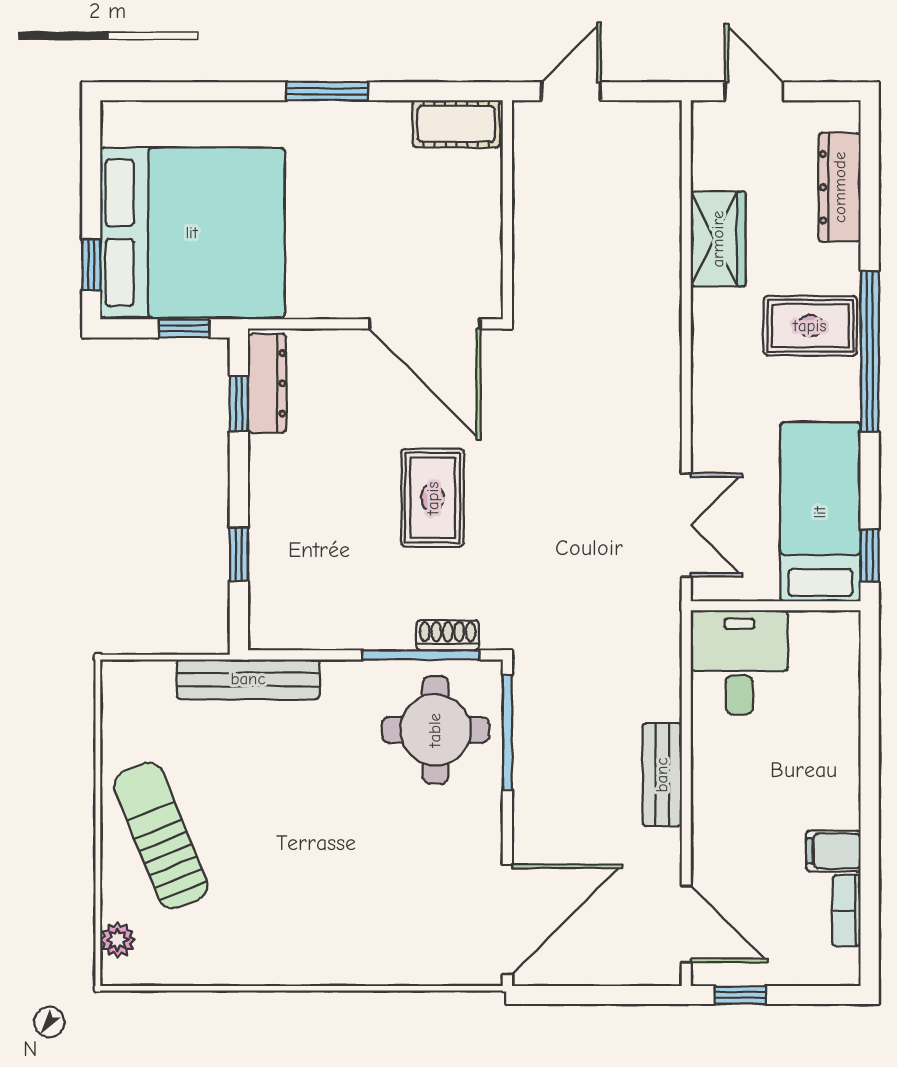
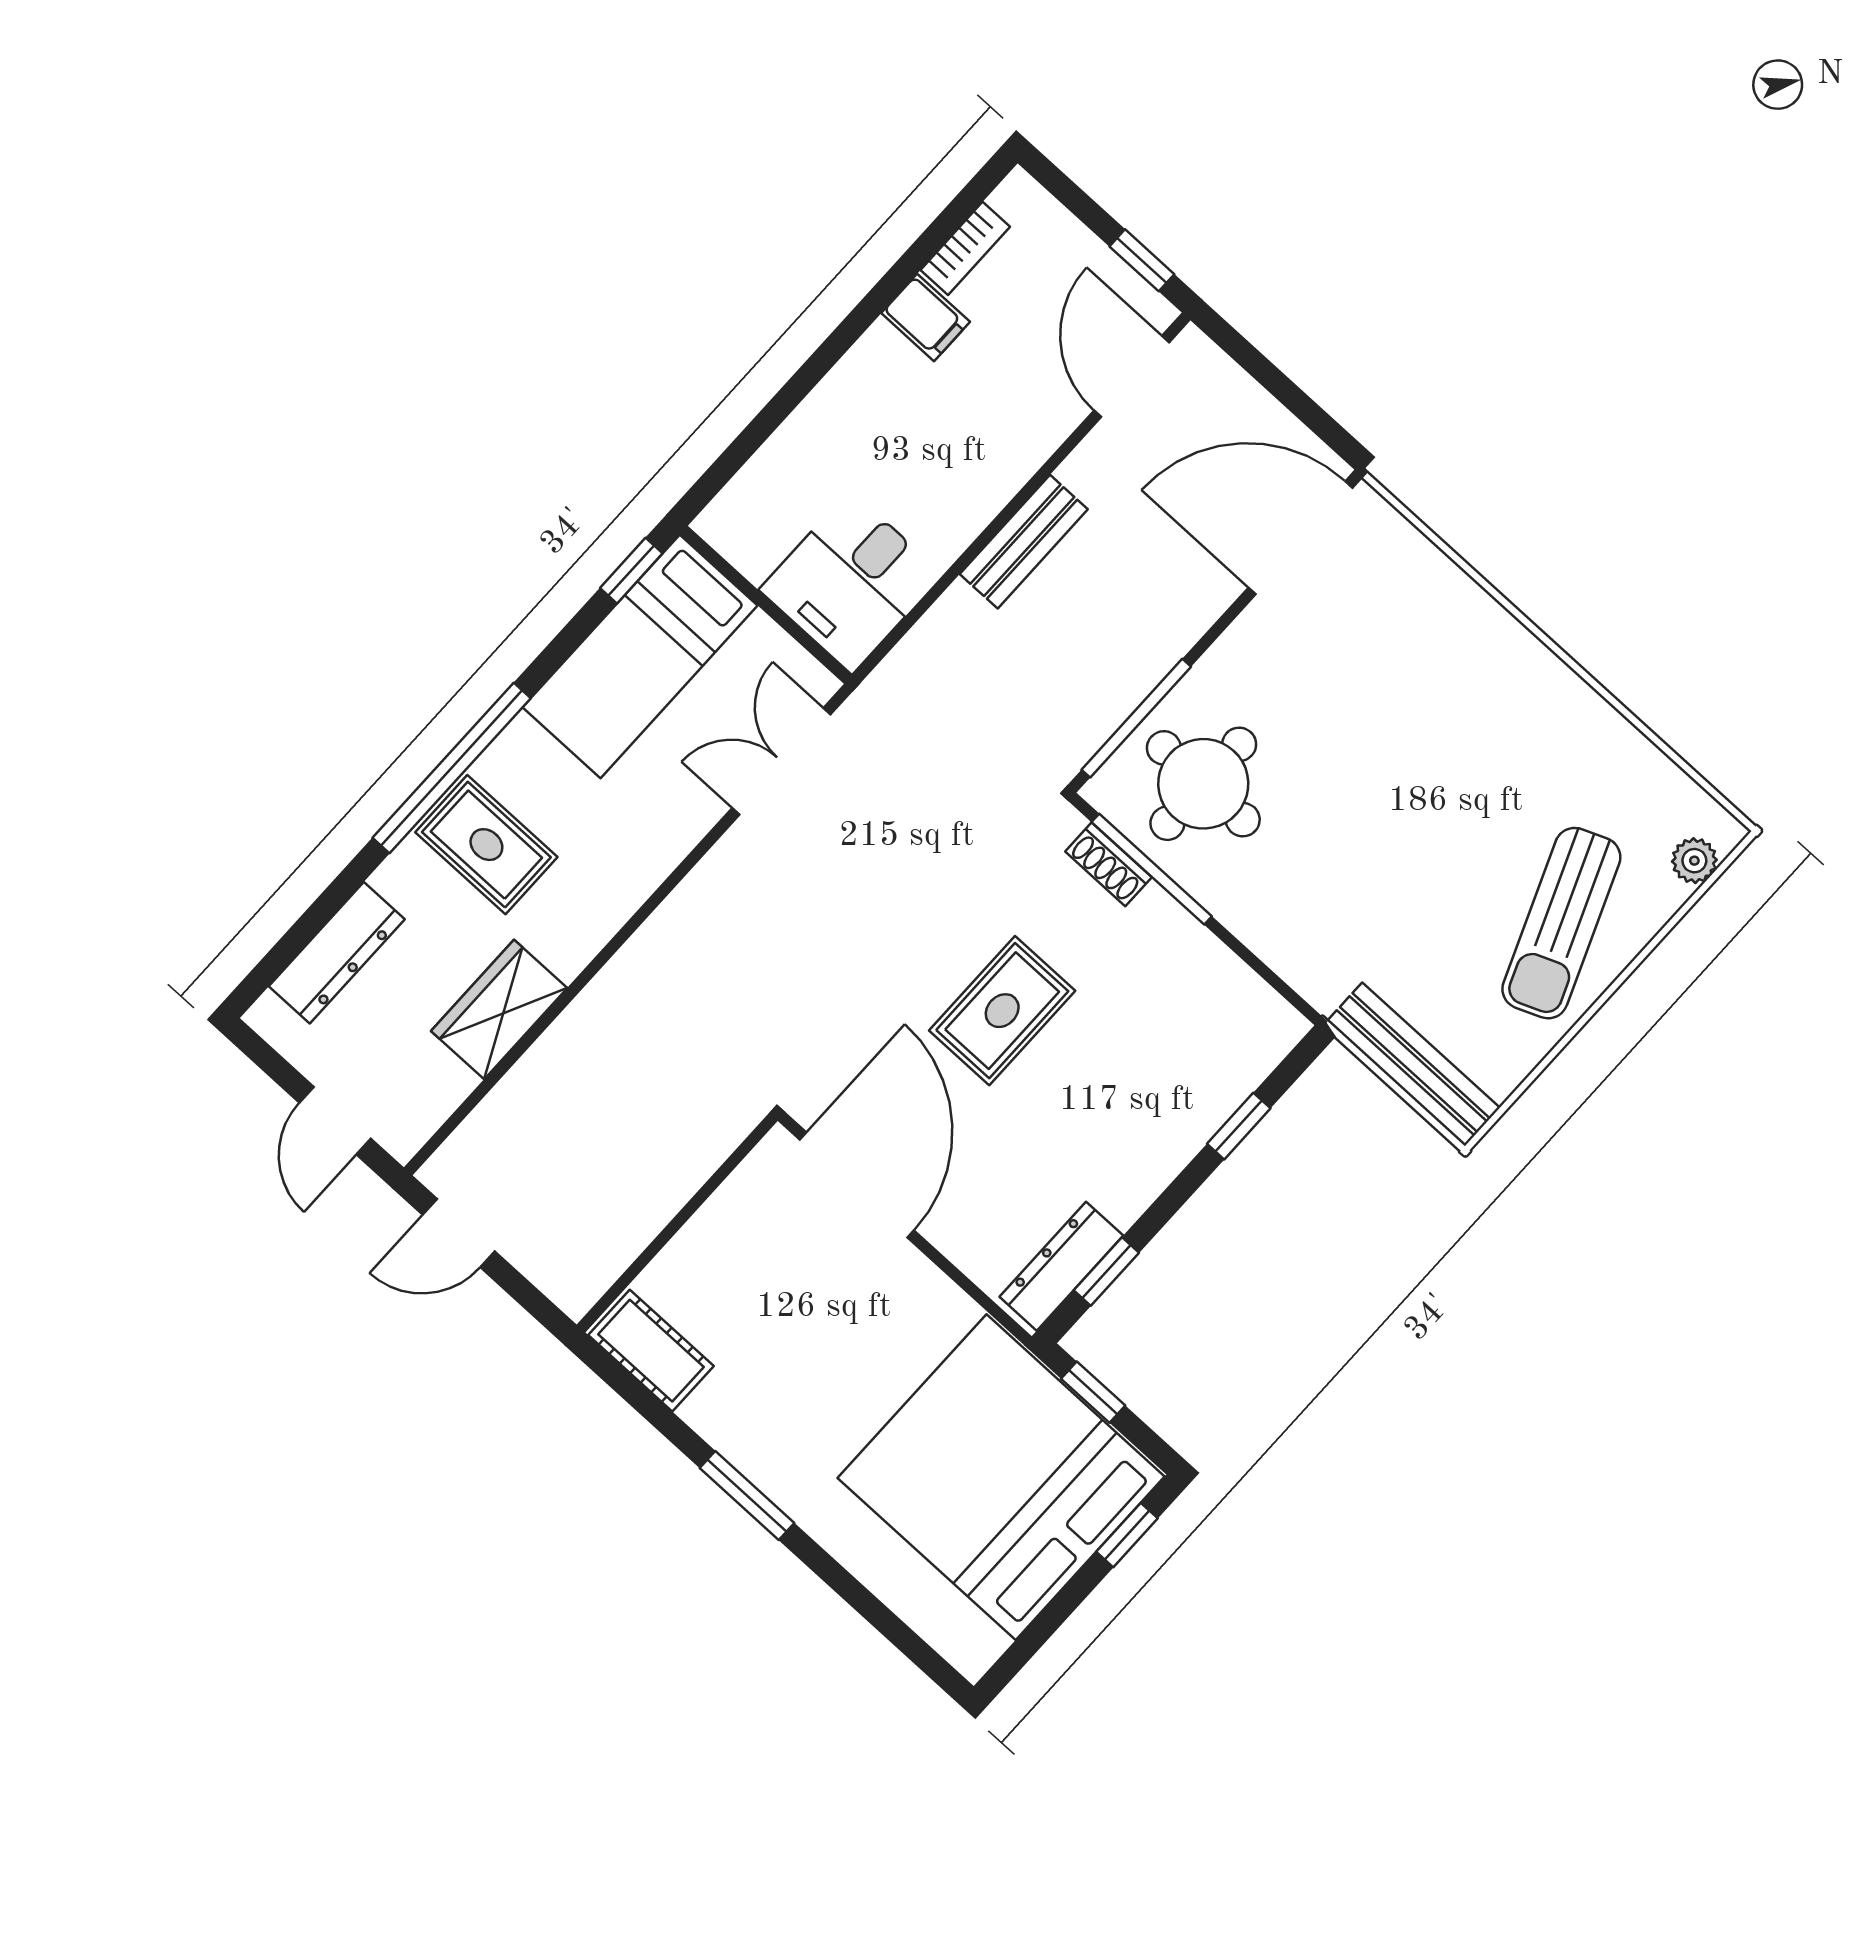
door: (571, 91) -> (459, 1233), moved
bench: (248, 679) -> (1414, 1064), moved

